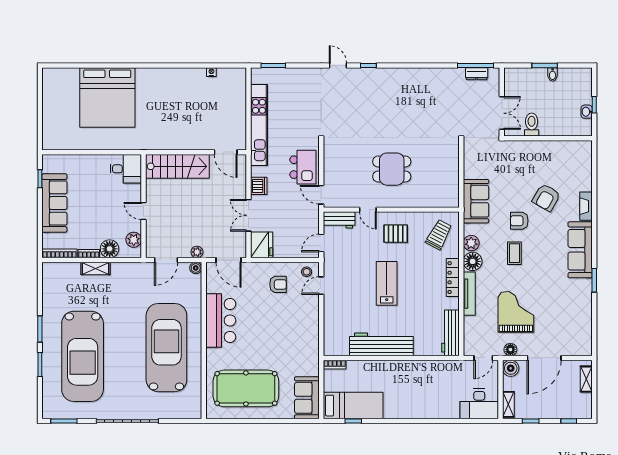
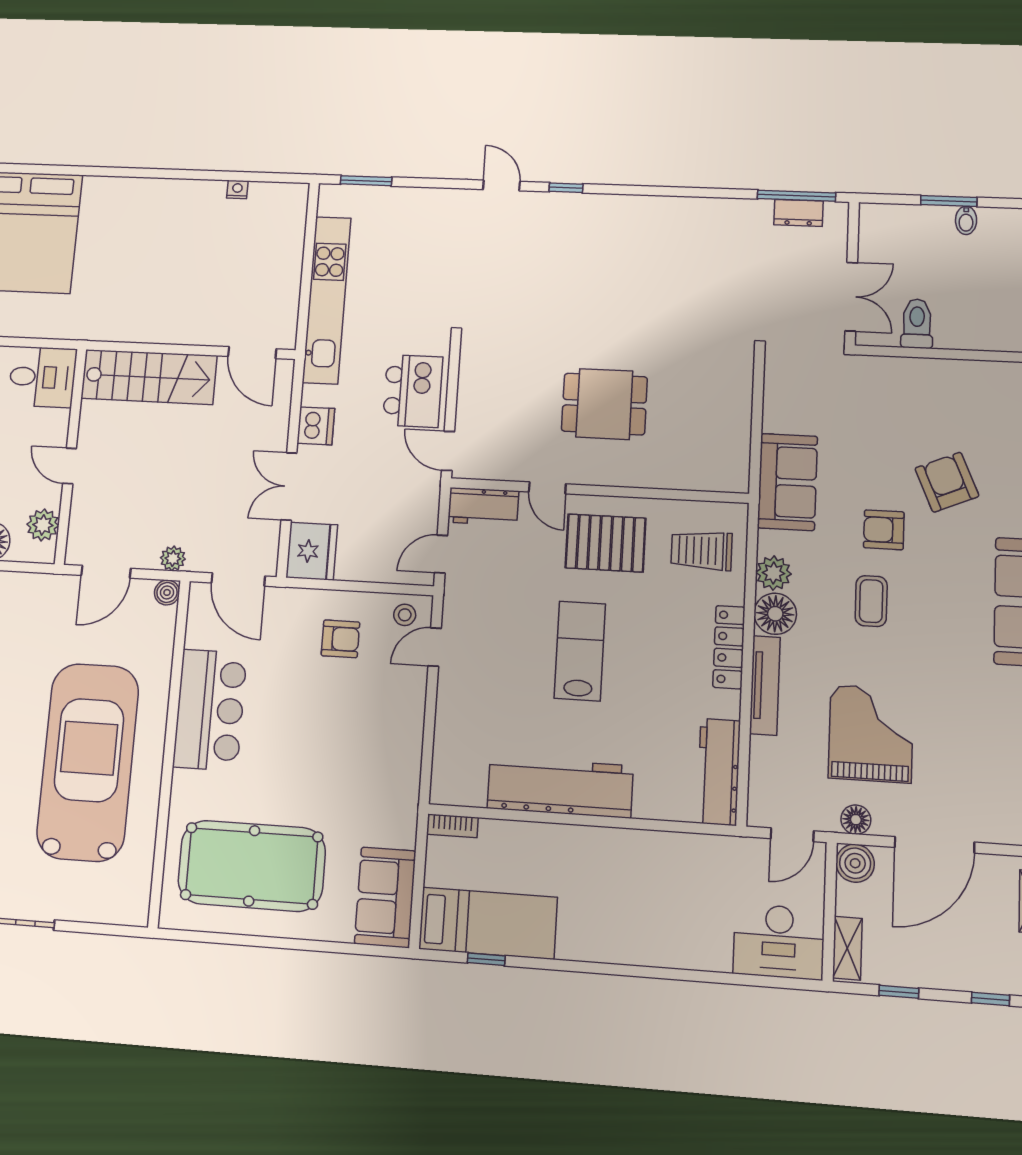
armchair: (546, 198) -> (947, 482), turned 127
pallet: (396, 234) -> (605, 543), width x1.50, depth x1.42
trolley: (439, 235) -> (701, 551), turned -118

